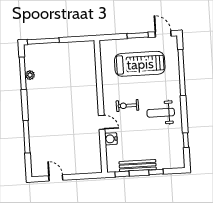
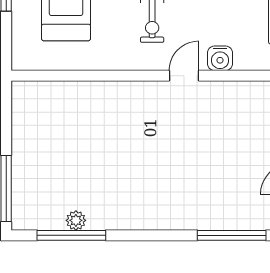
window: (27, 137) -> (232, 235), moved

